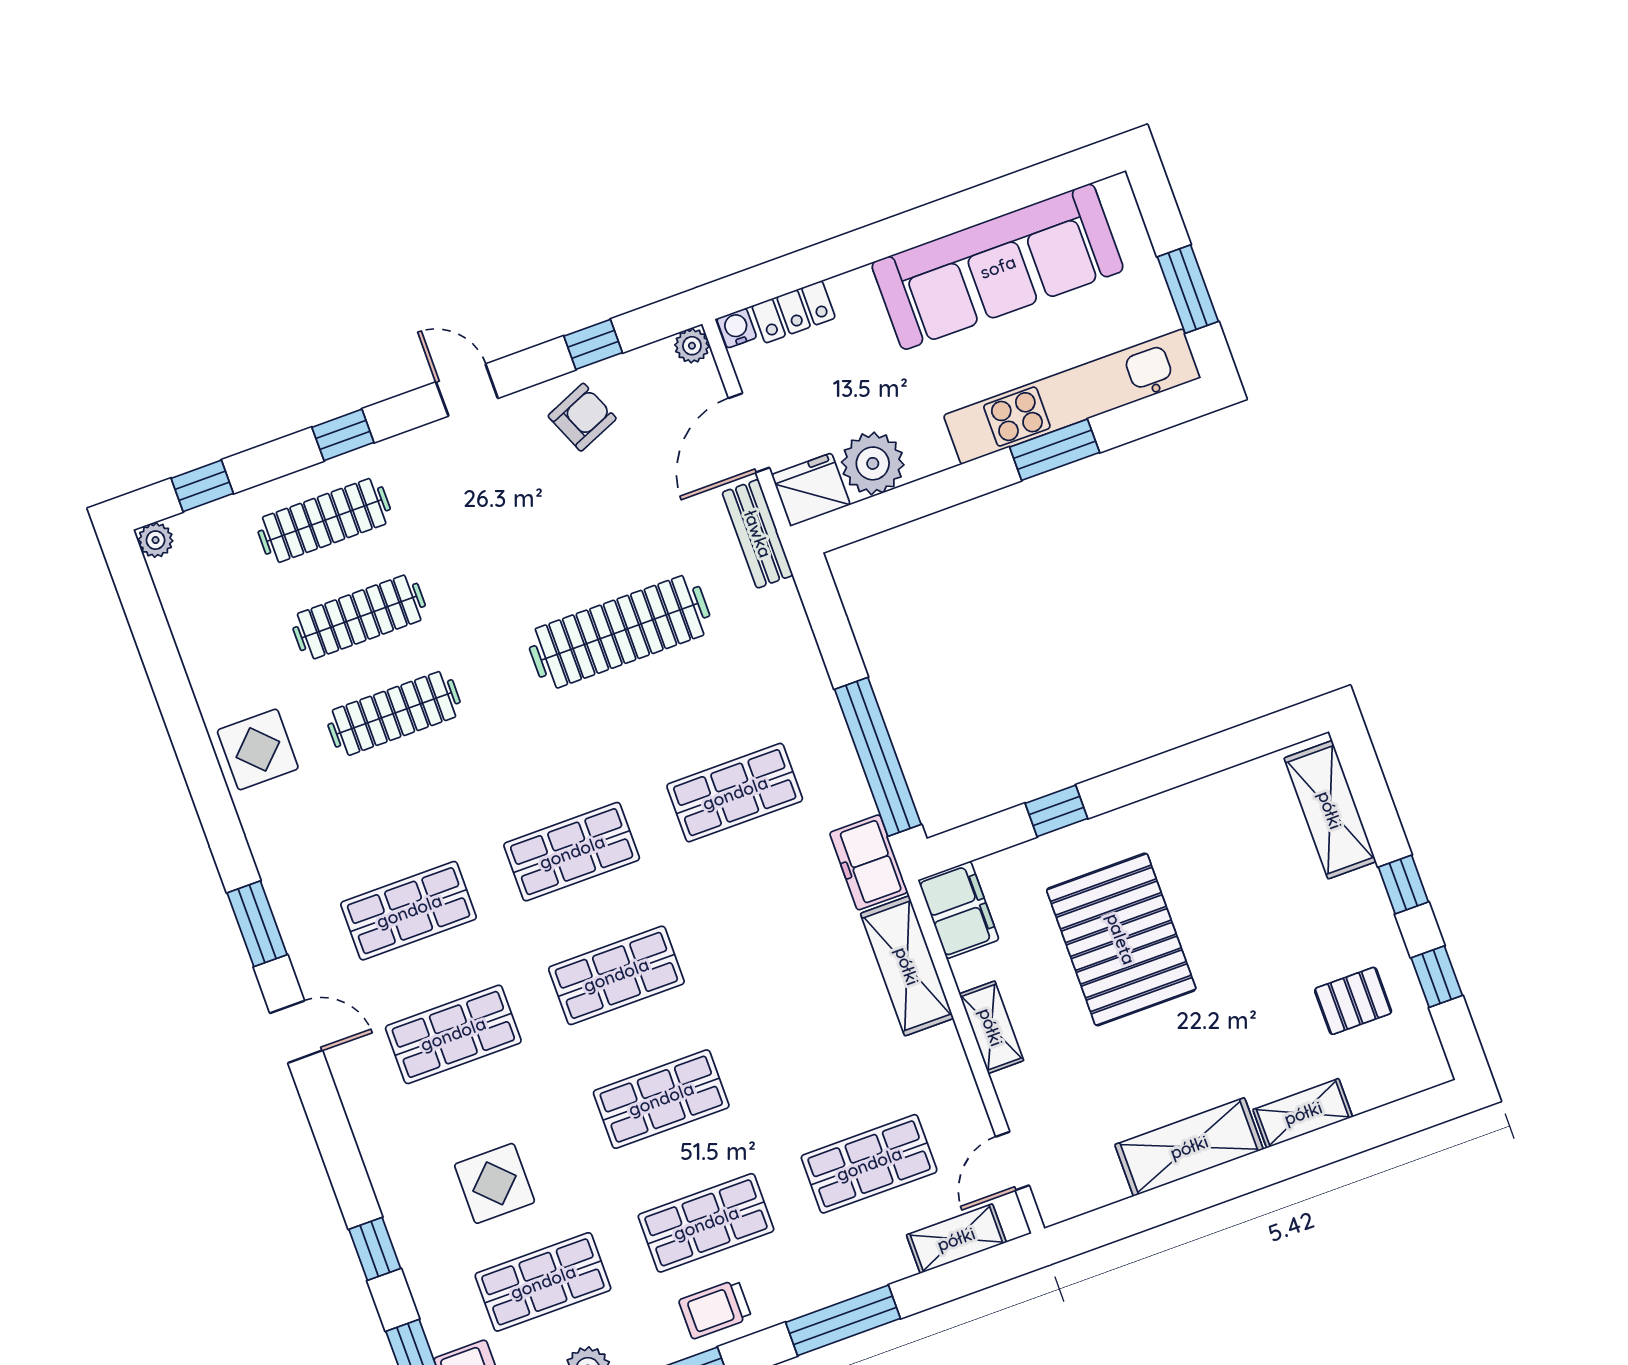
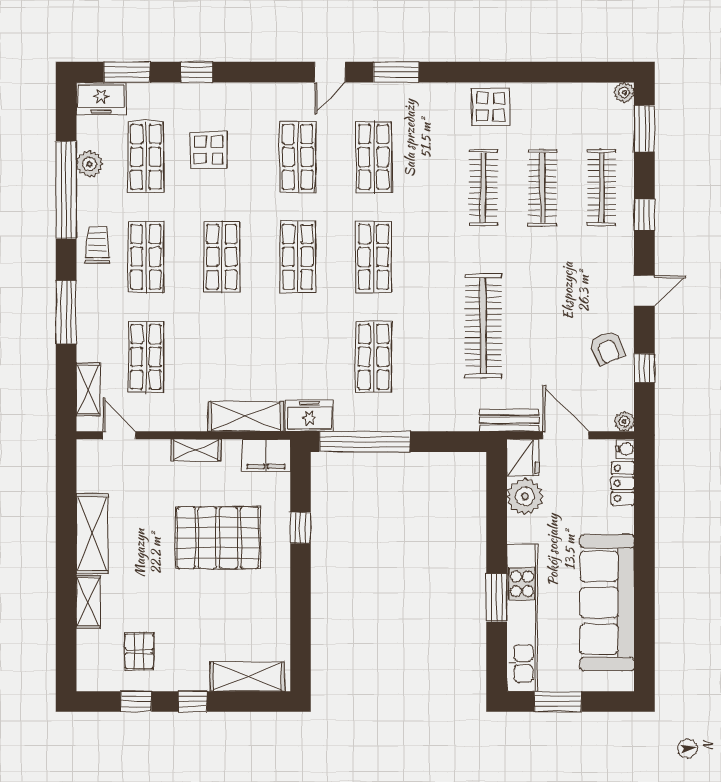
window: (202, 486) -> (644, 128), width x1.50

